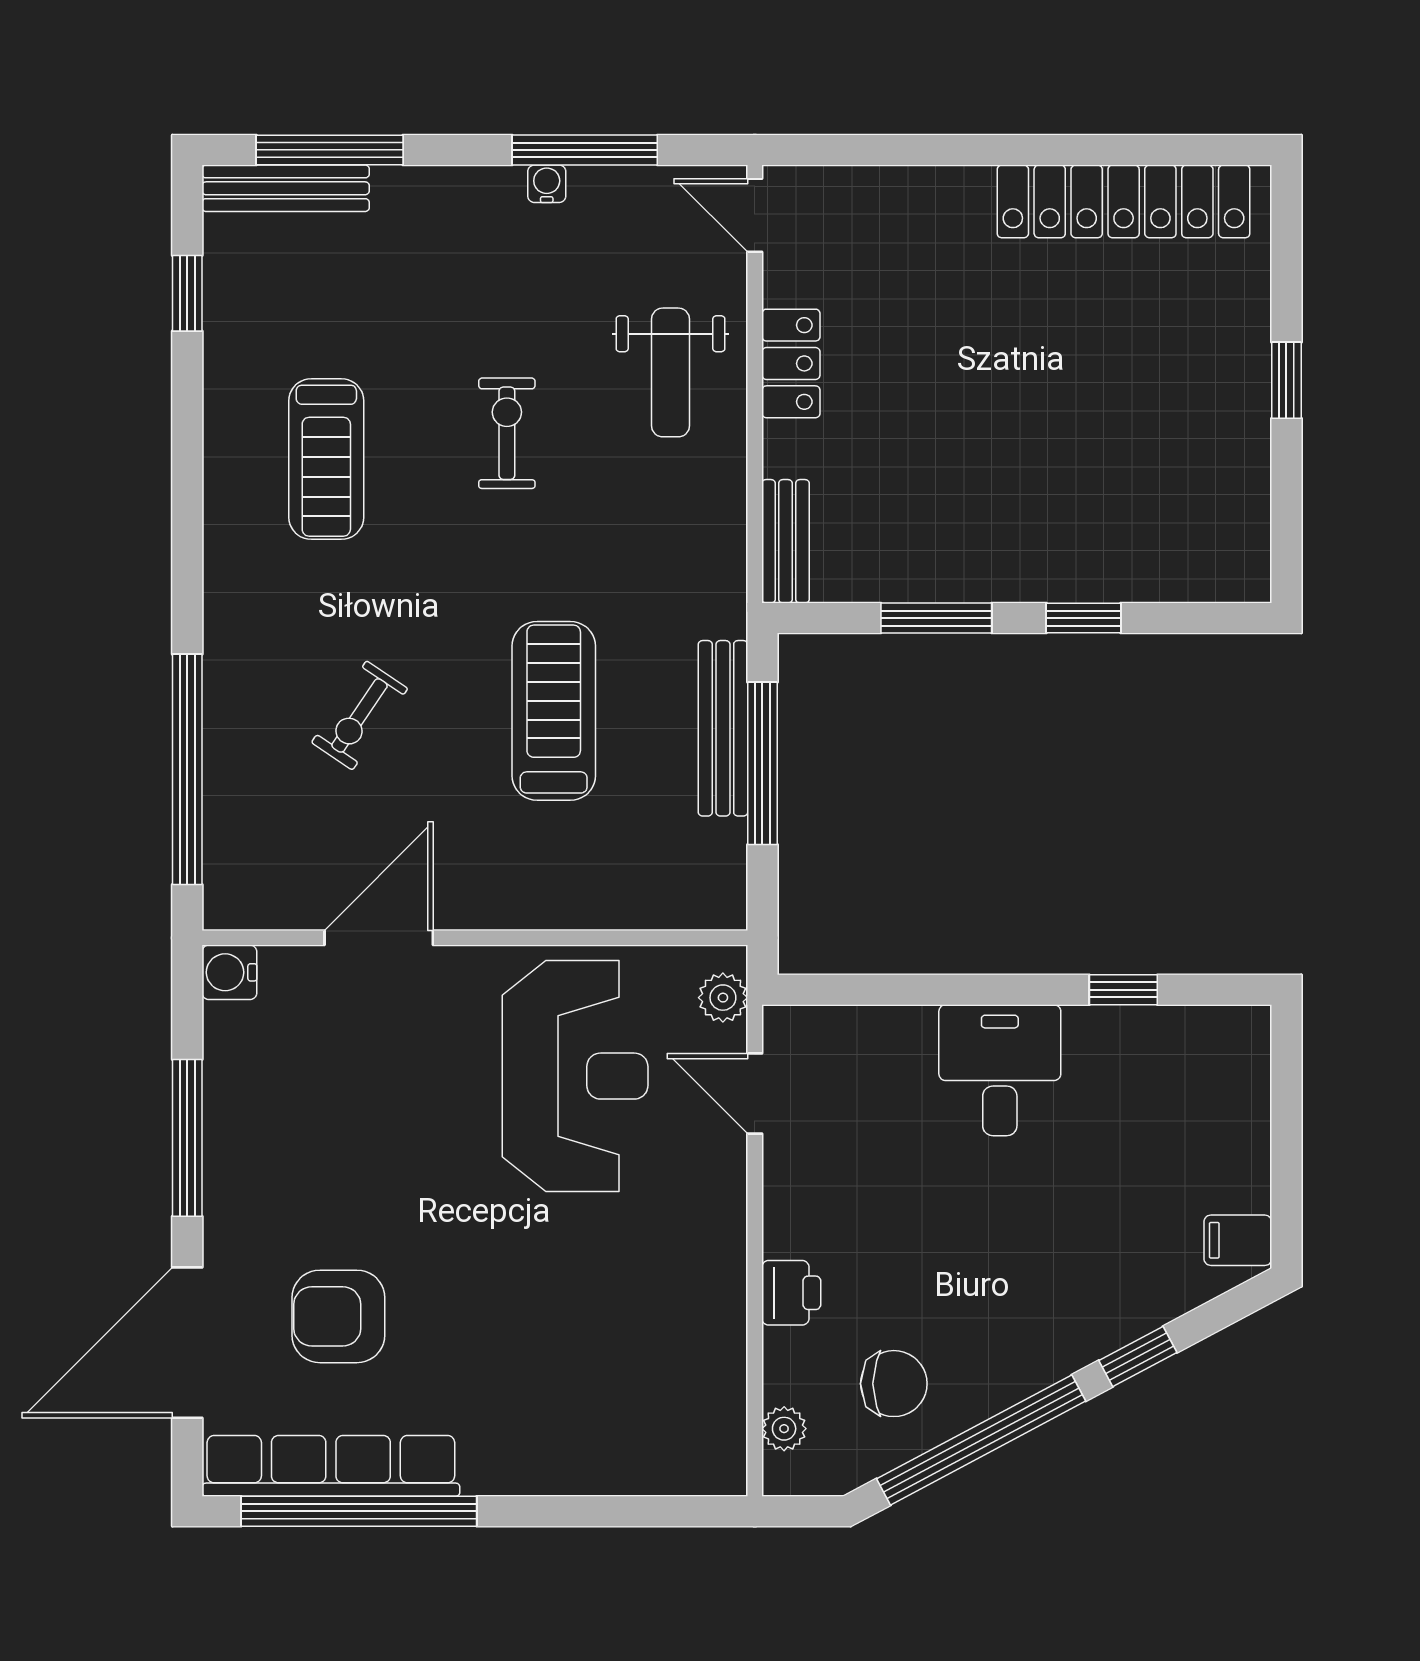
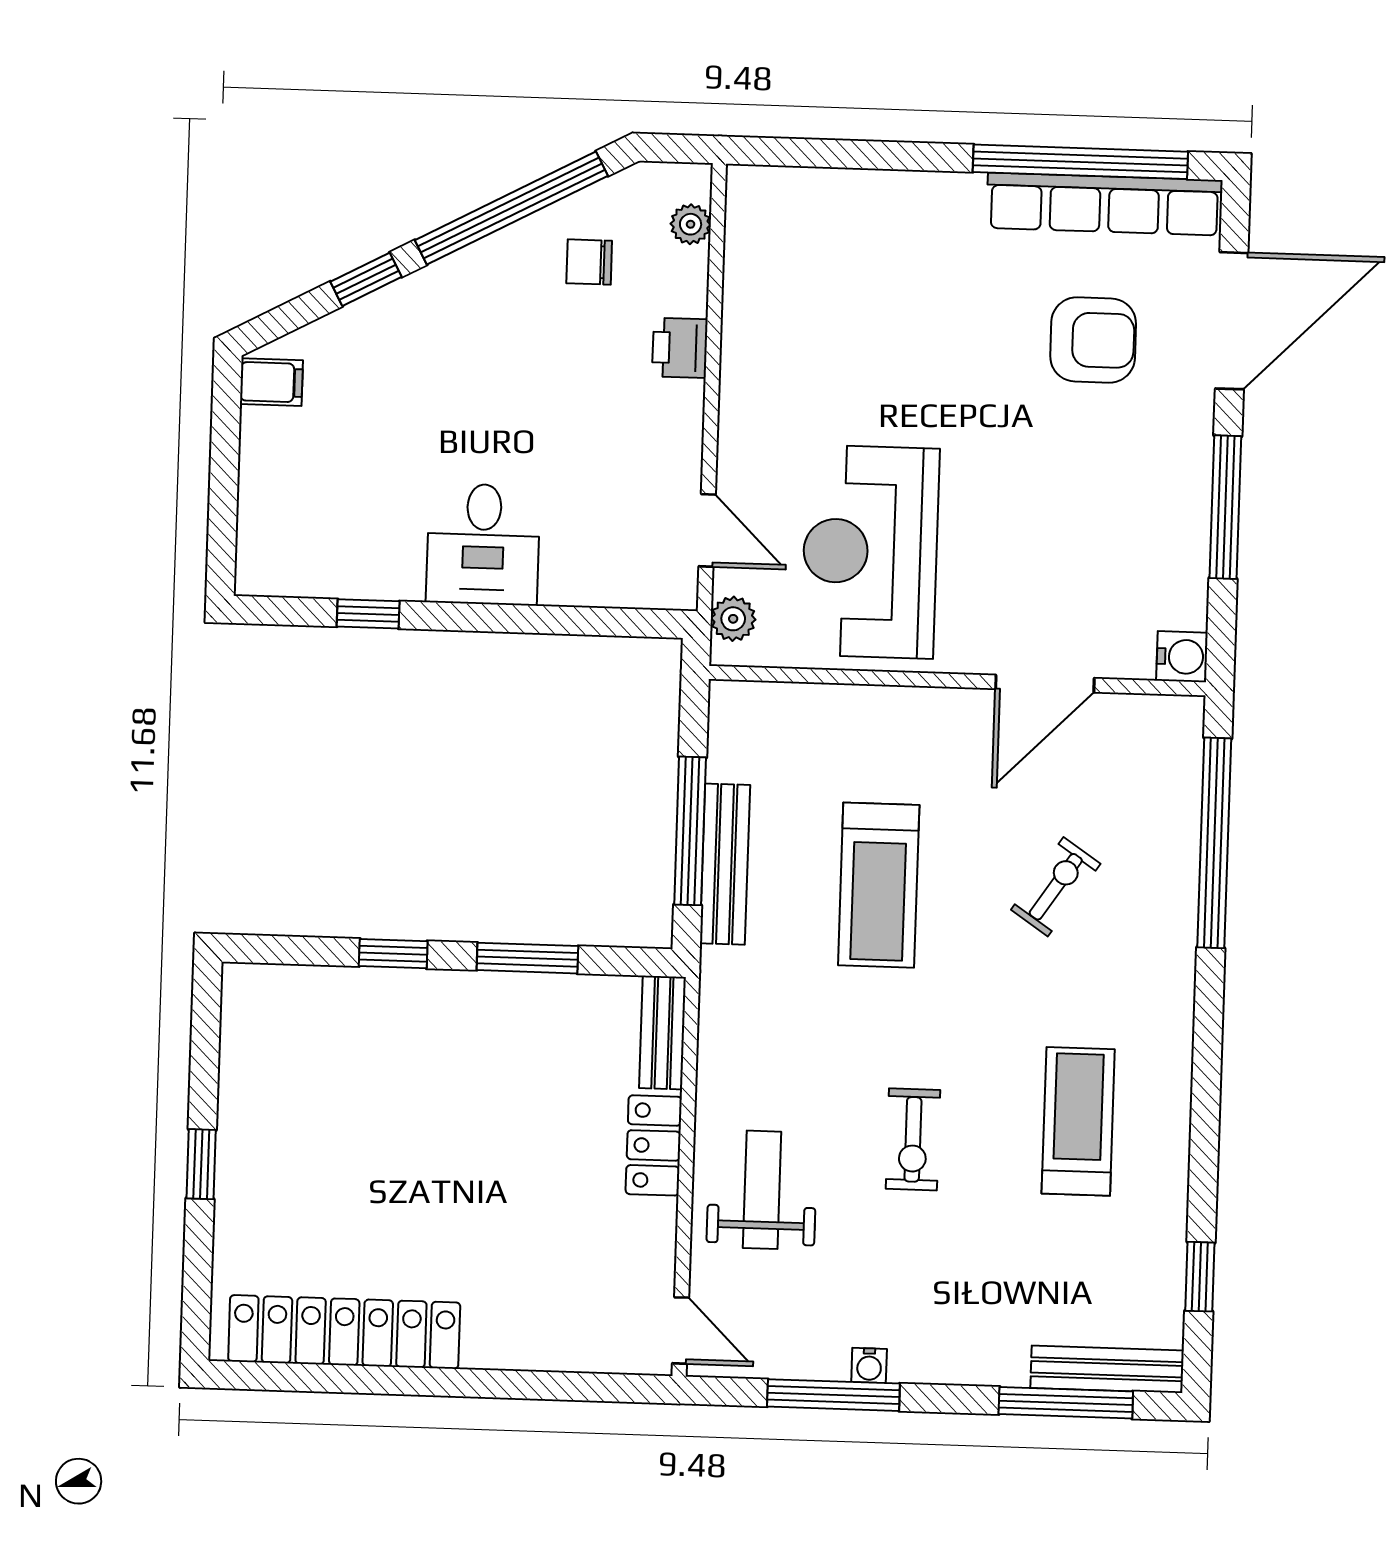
locker: (791, 363) -> (654, 1145), moved
chair: (894, 1384) -> (589, 262), width x0.73, depth x0.73

